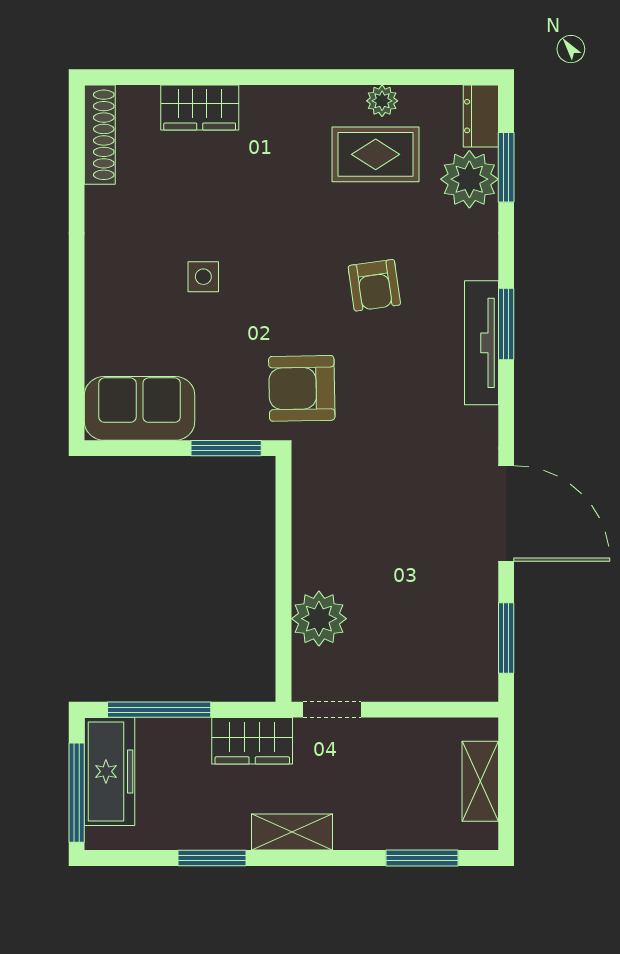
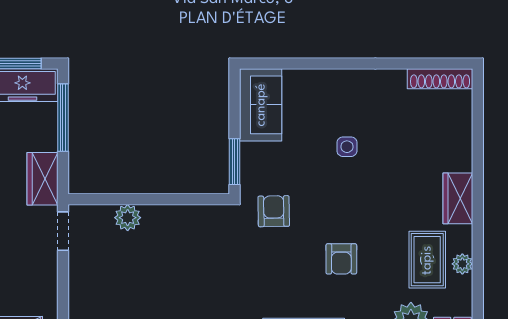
wardrobe: (200, 108) -> (458, 198), moved
armchair: (374, 285) -> (341, 259), turned -82
armchair: (302, 388) -> (274, 211), width x0.72, depth x0.72
plant: (319, 619) -> (128, 218), width x0.73, depth x0.73

